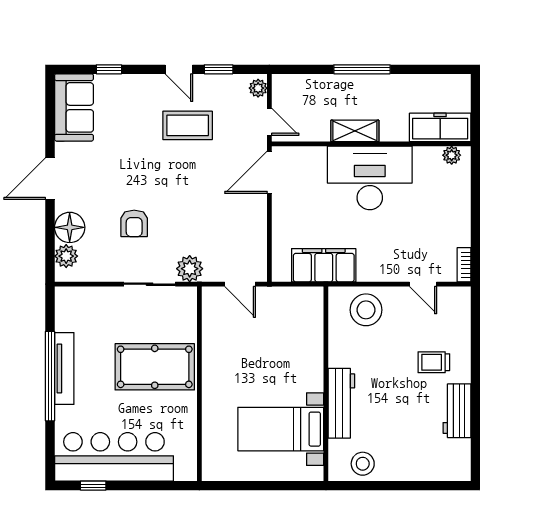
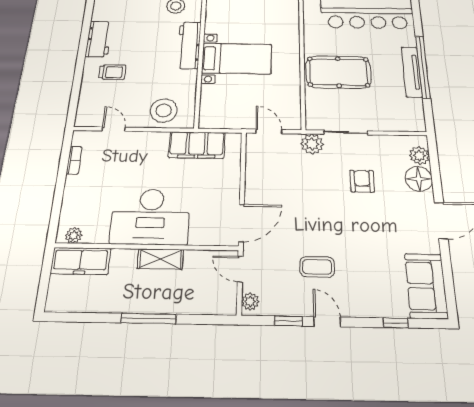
coffee table: (188, 125) -> (317, 267), width x0.73, depth x0.77
bookcase: (464, 265) -> (74, 160), moved
bed with nightstands: (281, 429) -> (237, 59), moved

